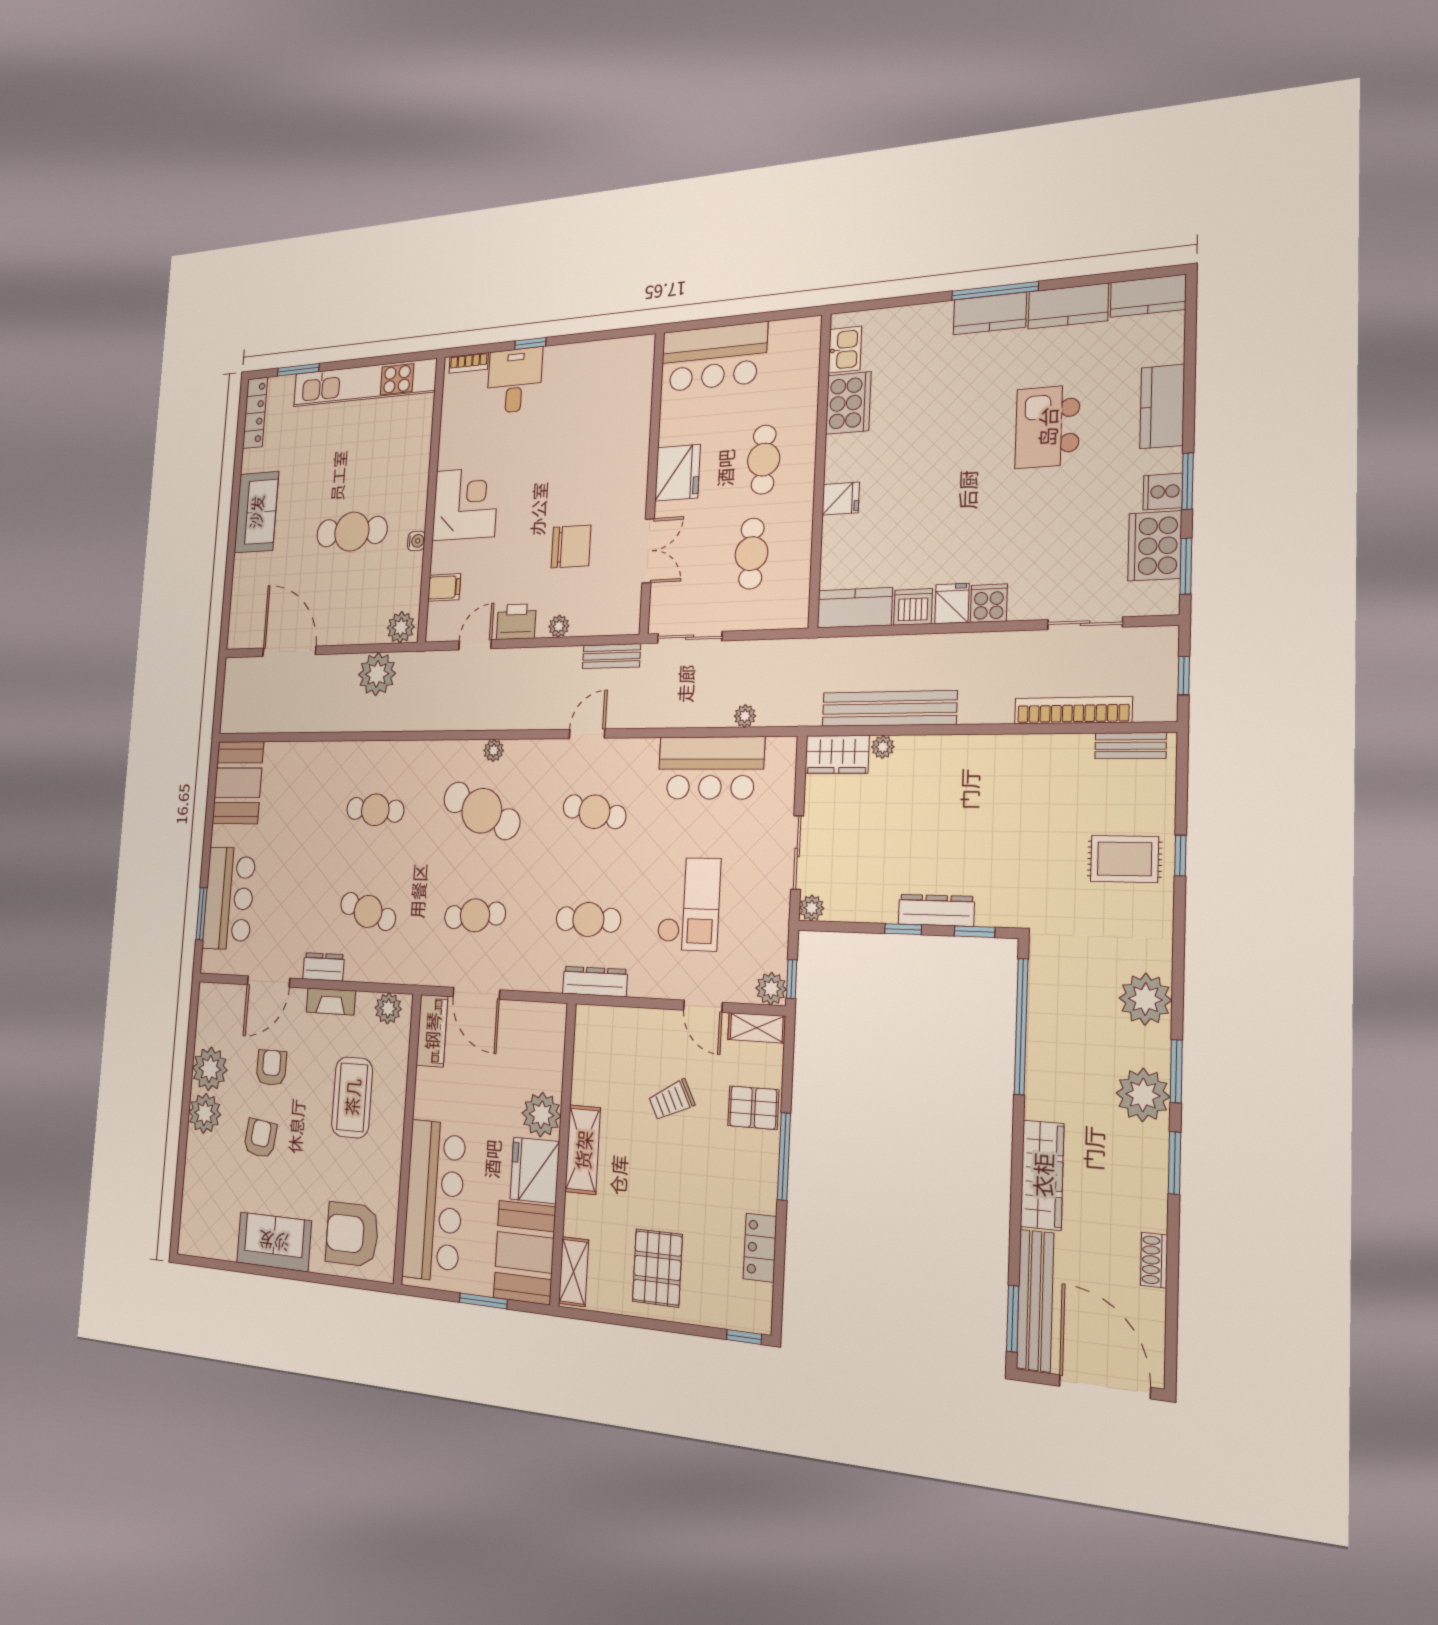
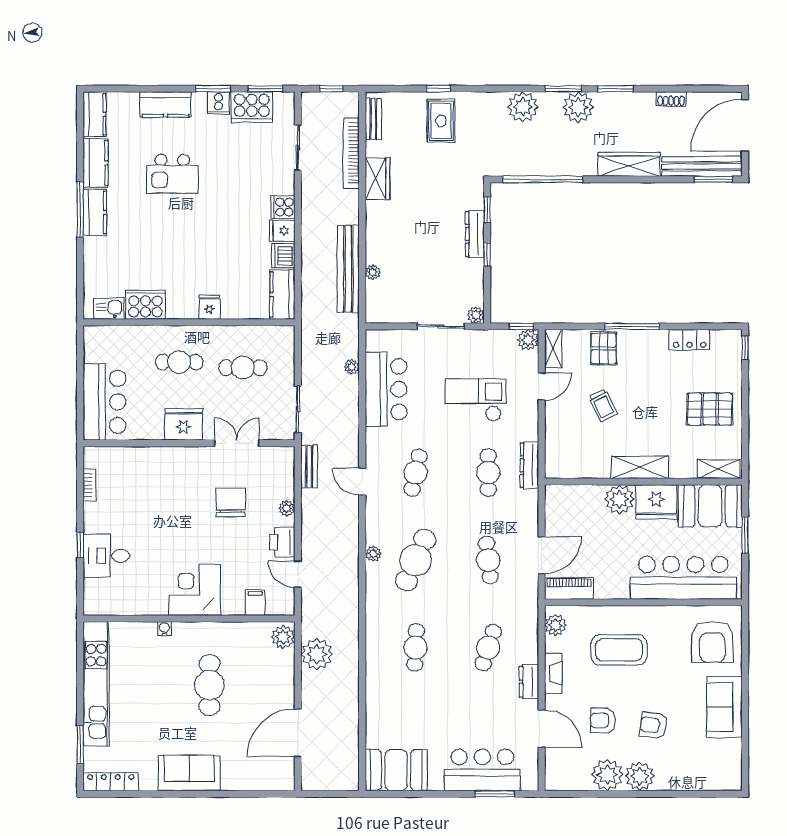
bookcase: (469, 363) -> (90, 485), moved
water cooler: (416, 541) -> (164, 629), moved
wardrobe: (837, 754) -> (377, 179), moved

